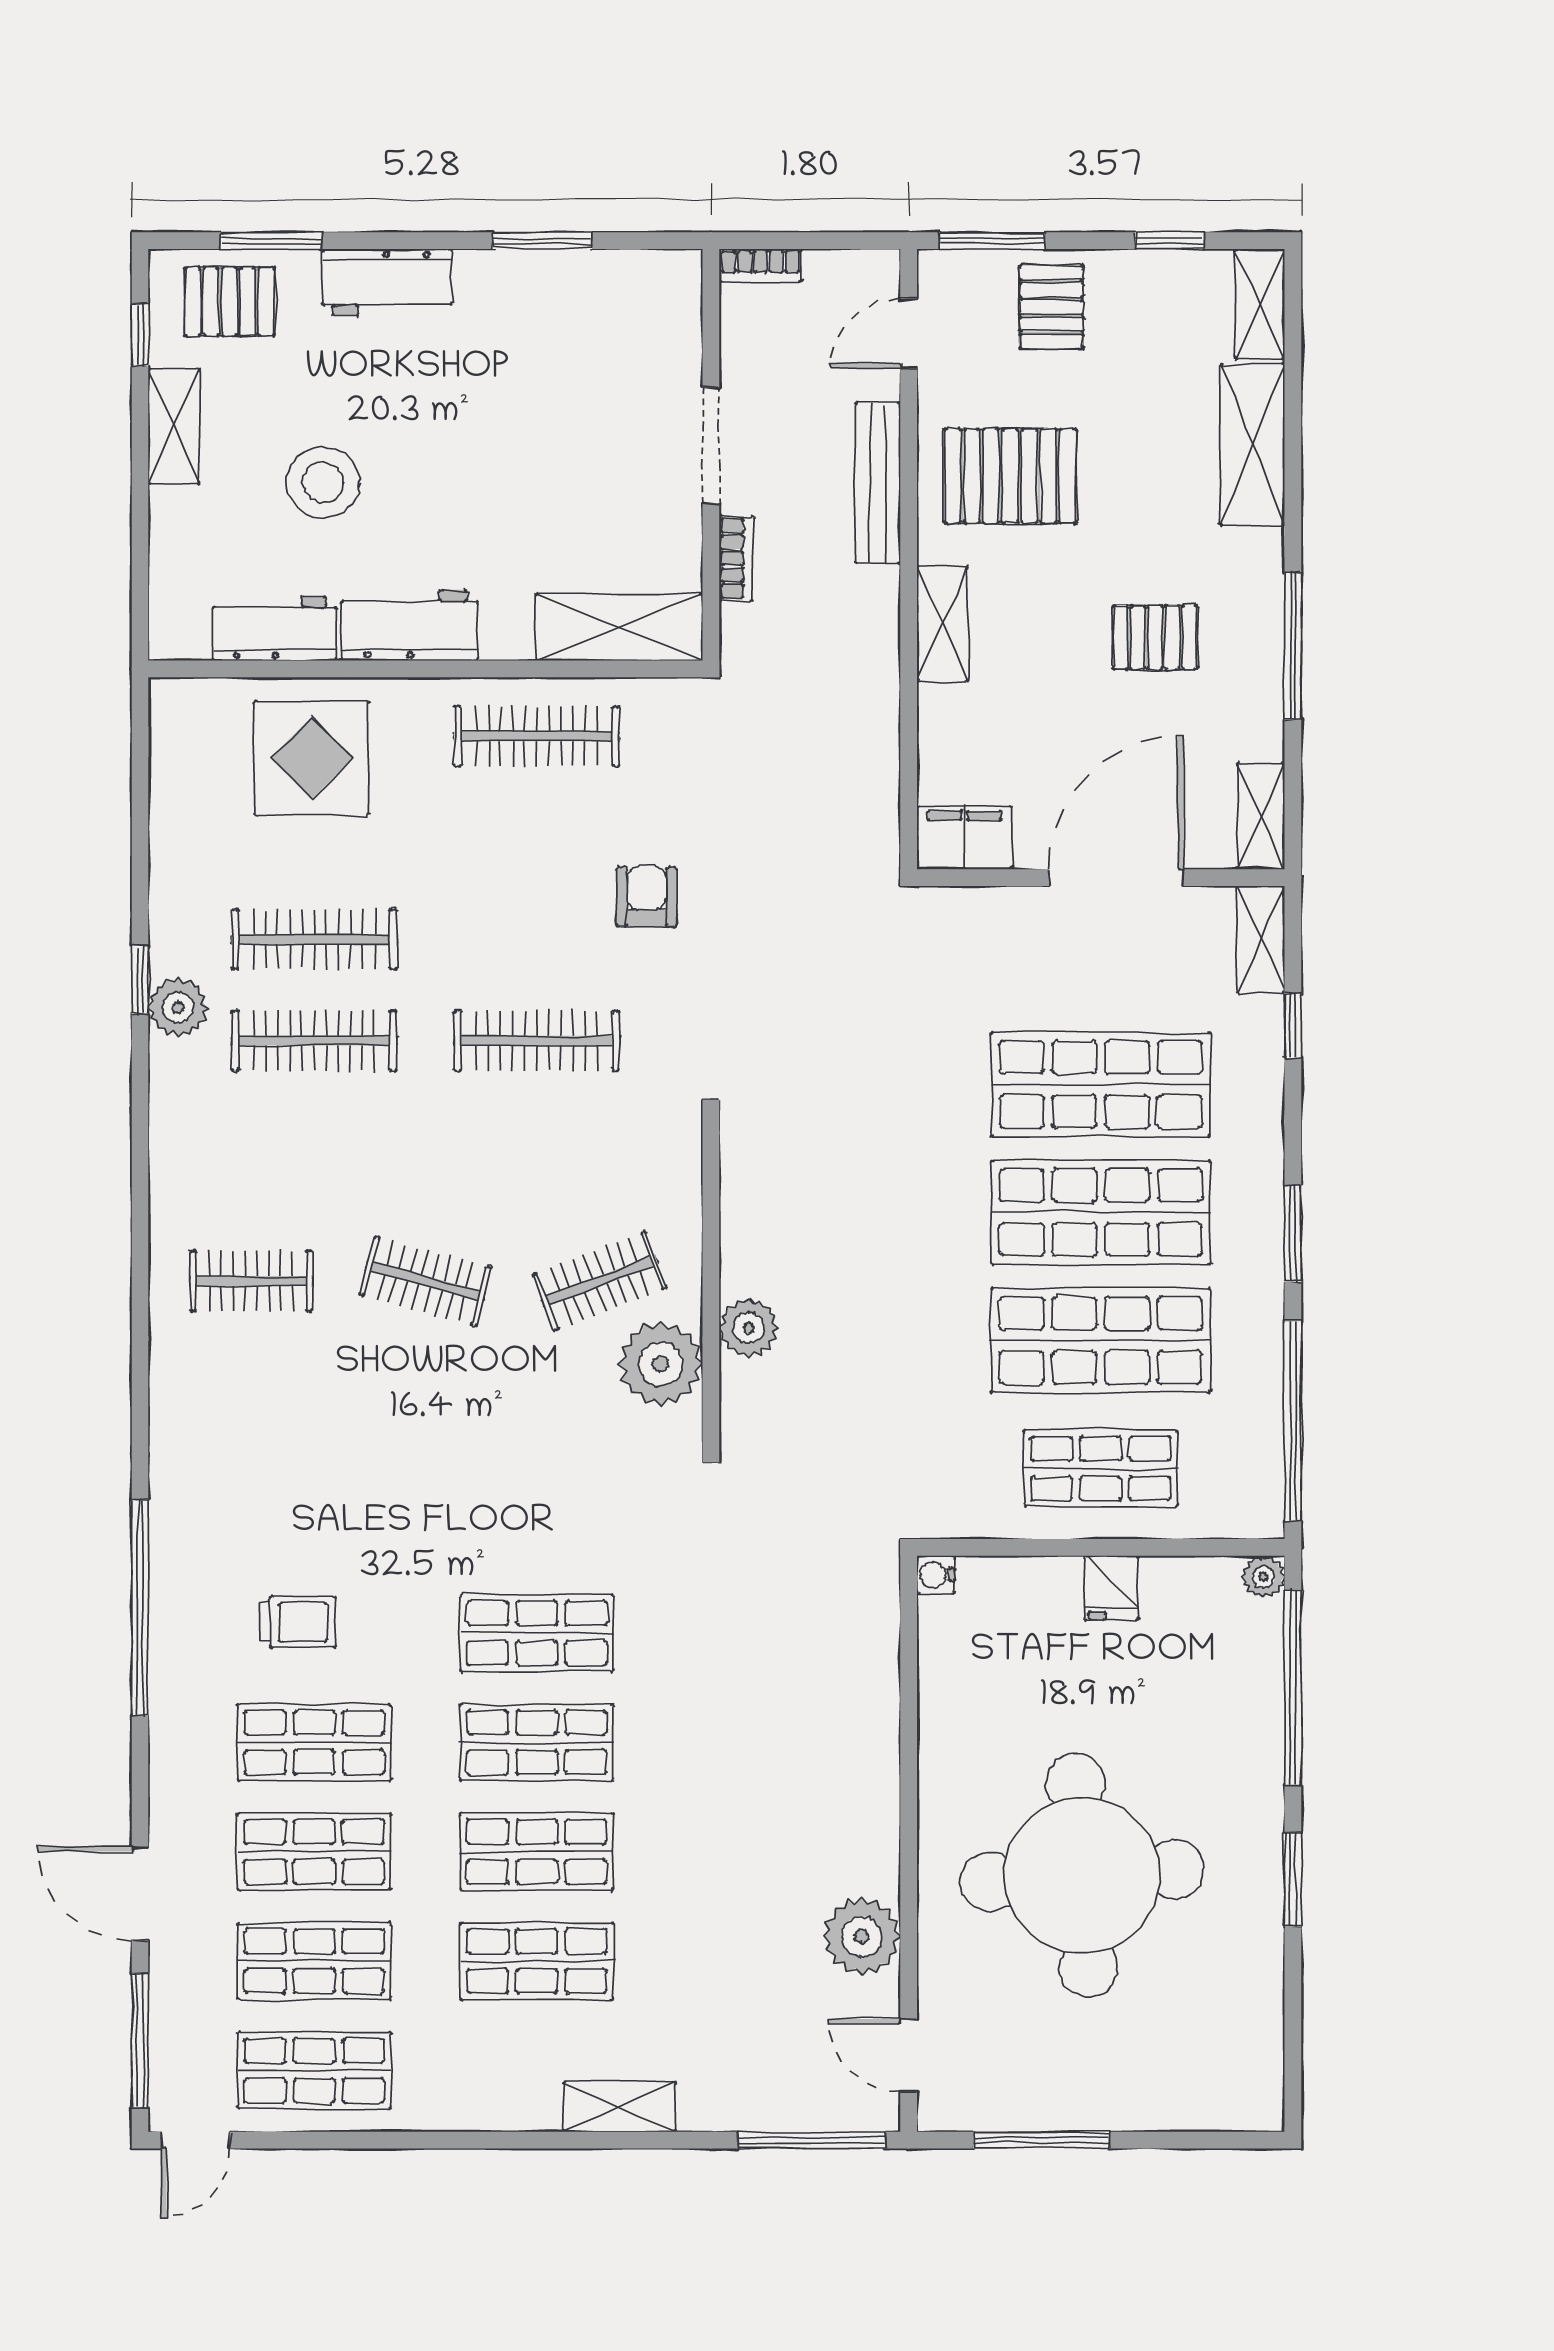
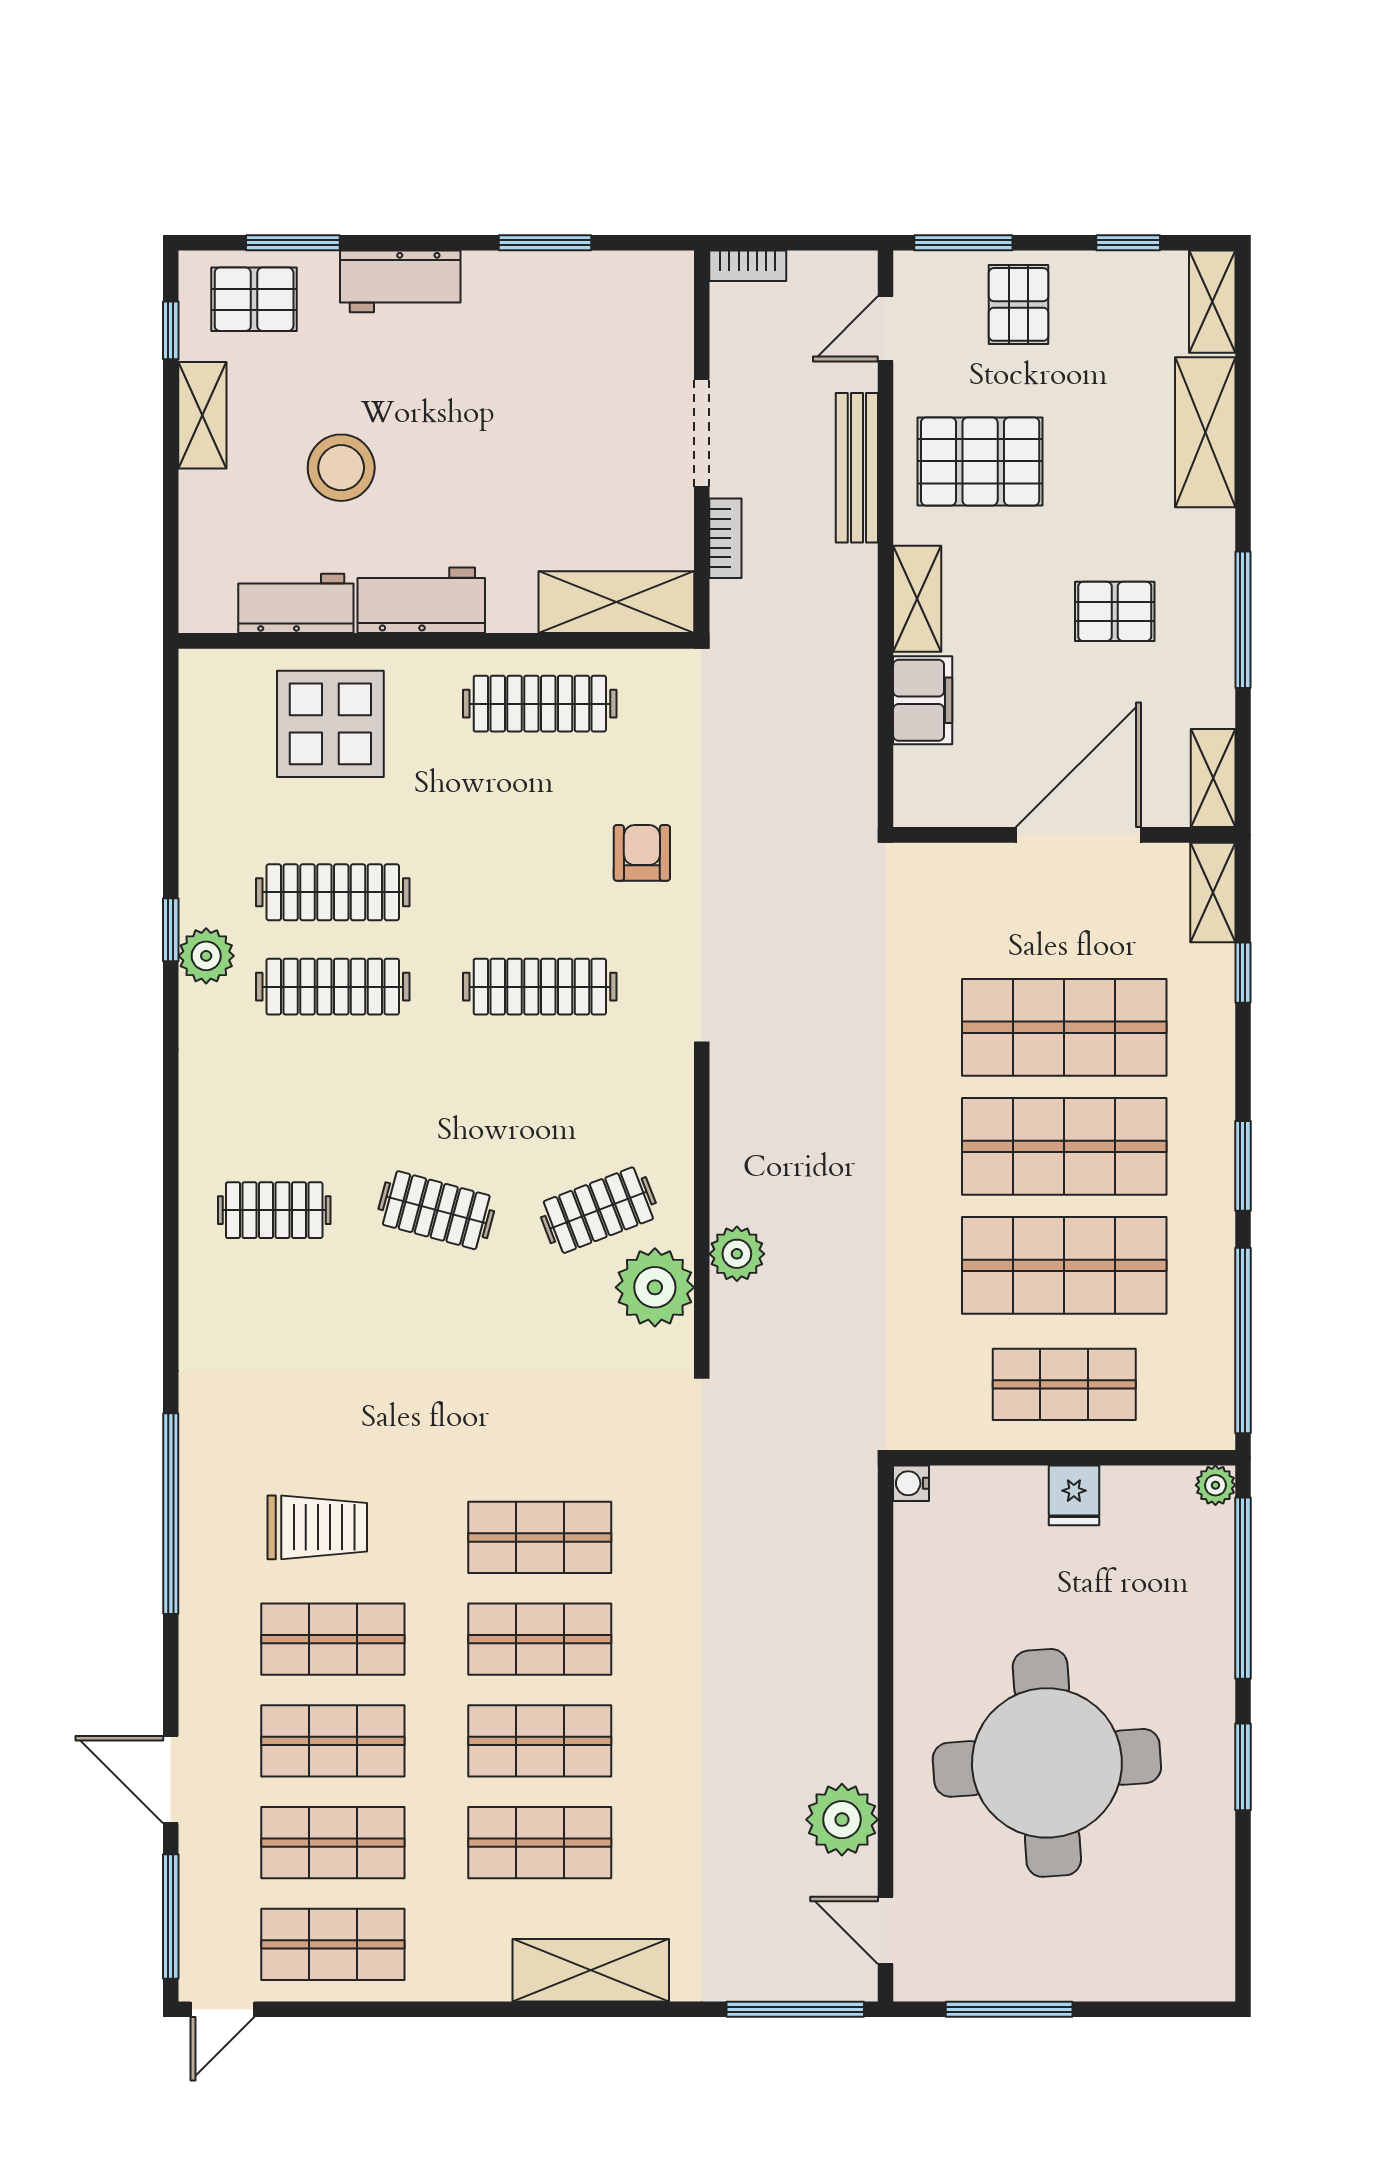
filing cabinet: (964, 838) -> (923, 700), moved, turned 90
trolley: (297, 1622) -> (317, 1527), width x1.36, depth x1.39
shelving: (620, 2107) -> (591, 1970), width x1.50, depth x1.33

